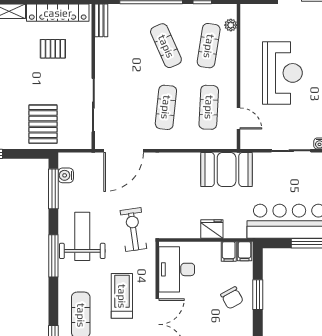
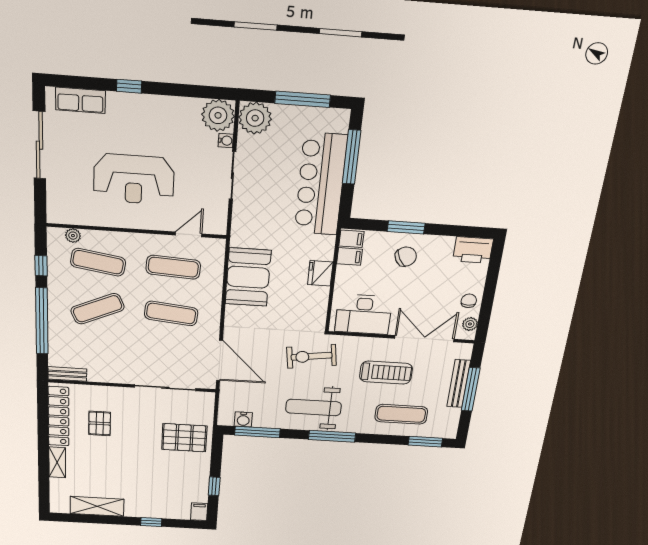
reception desk: (282, 73) -> (134, 179), turned 180
booth: (227, 169) -> (248, 277), moved
treadmill: (122, 296) -> (386, 373), turned 180

